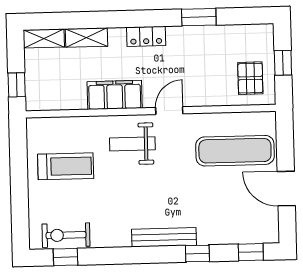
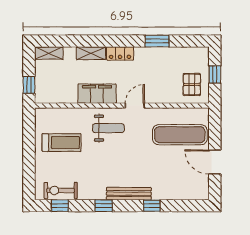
shelving: (87, 38) -> (91, 53), moved
weight bench: (132, 144) -> (108, 128), turned 180
window: (251, 252) -> (104, 206), moved

